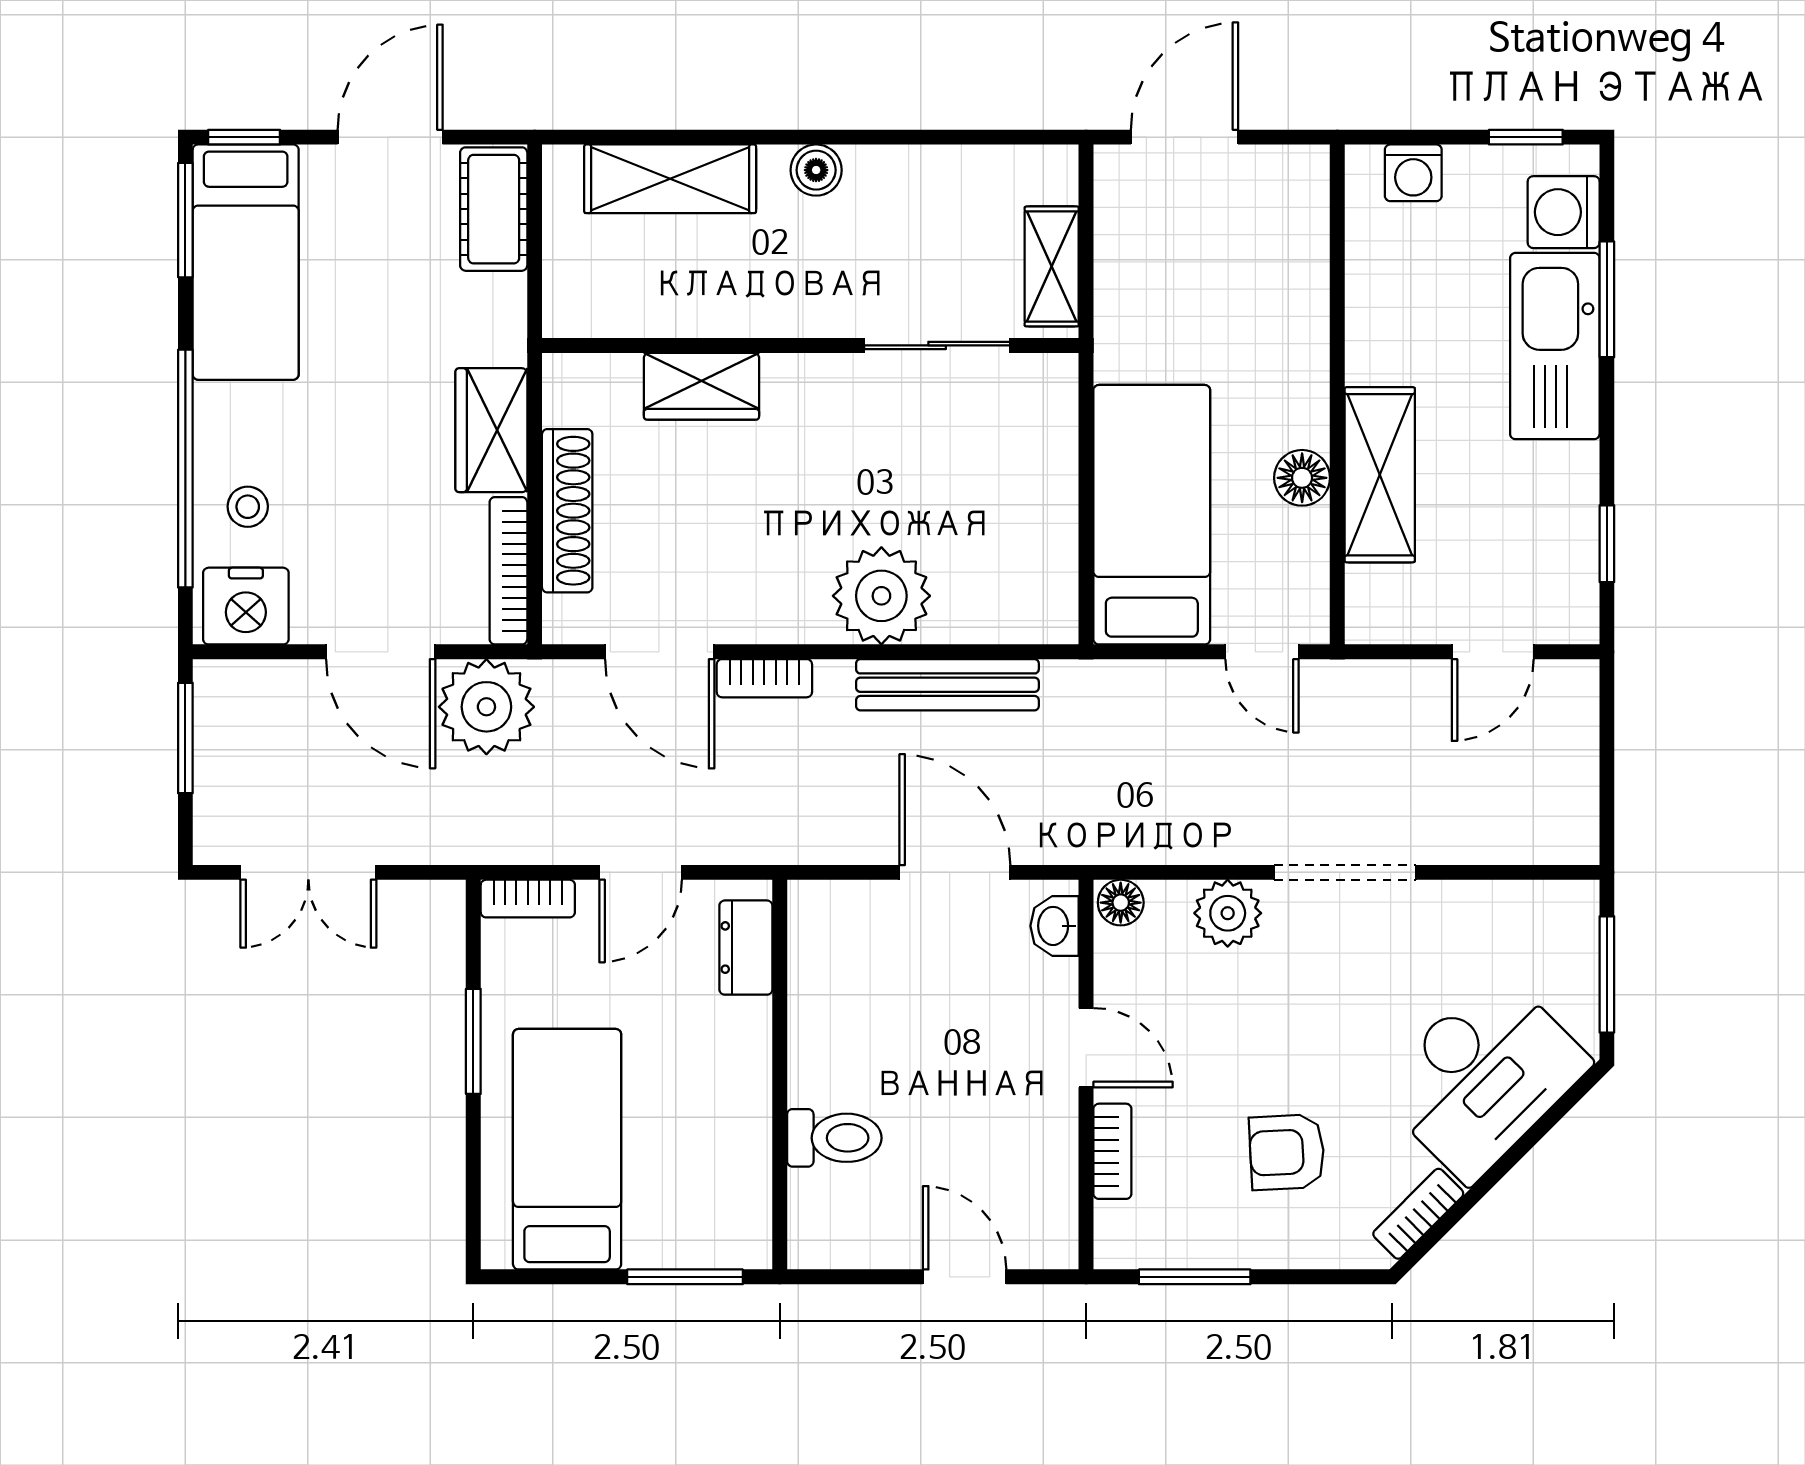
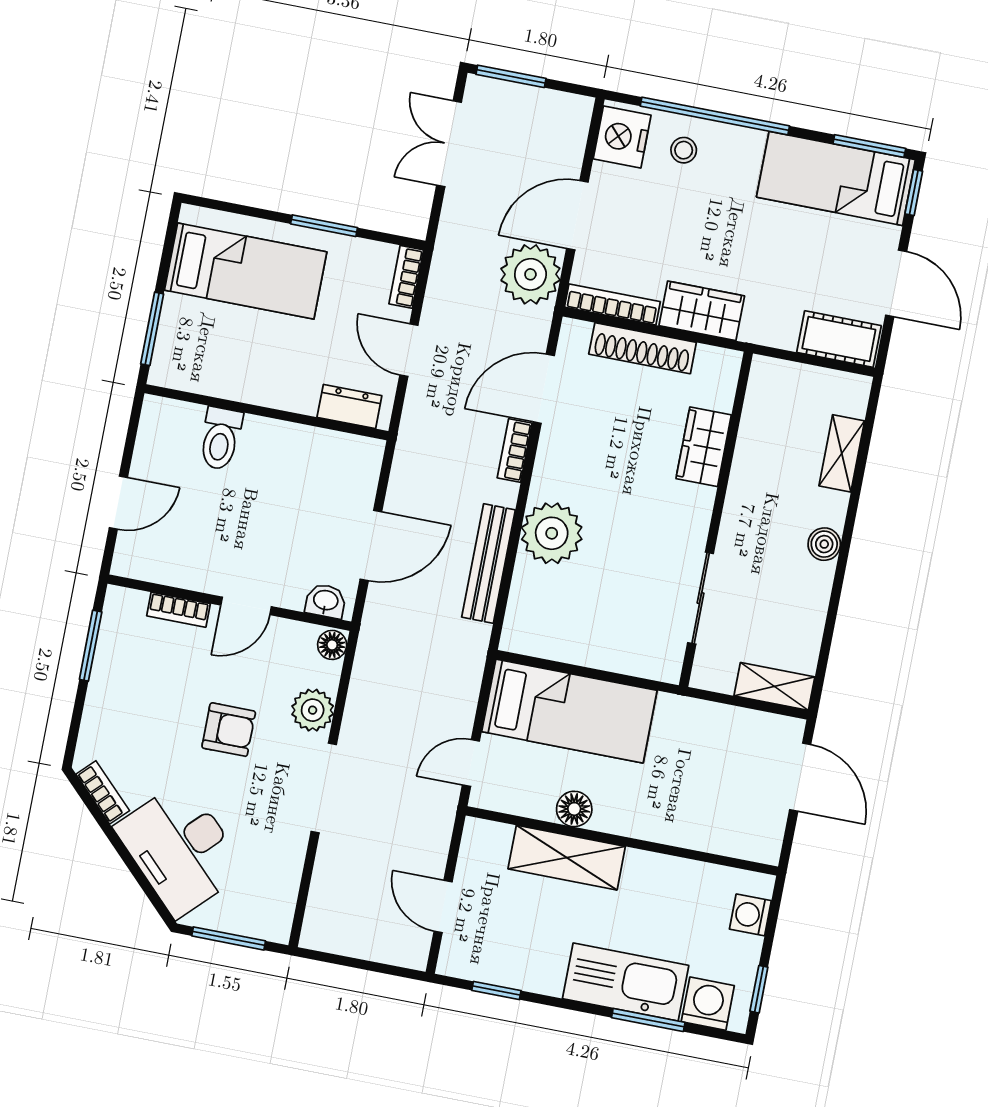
shelving: (670, 179) -> (842, 453), width x0.67, depth x0.75
shelving: (1052, 266) -> (774, 686), moved
window: (185, 738) -> (511, 76), moved
armchair: (1287, 1152) -> (229, 730), moved, turned 93

